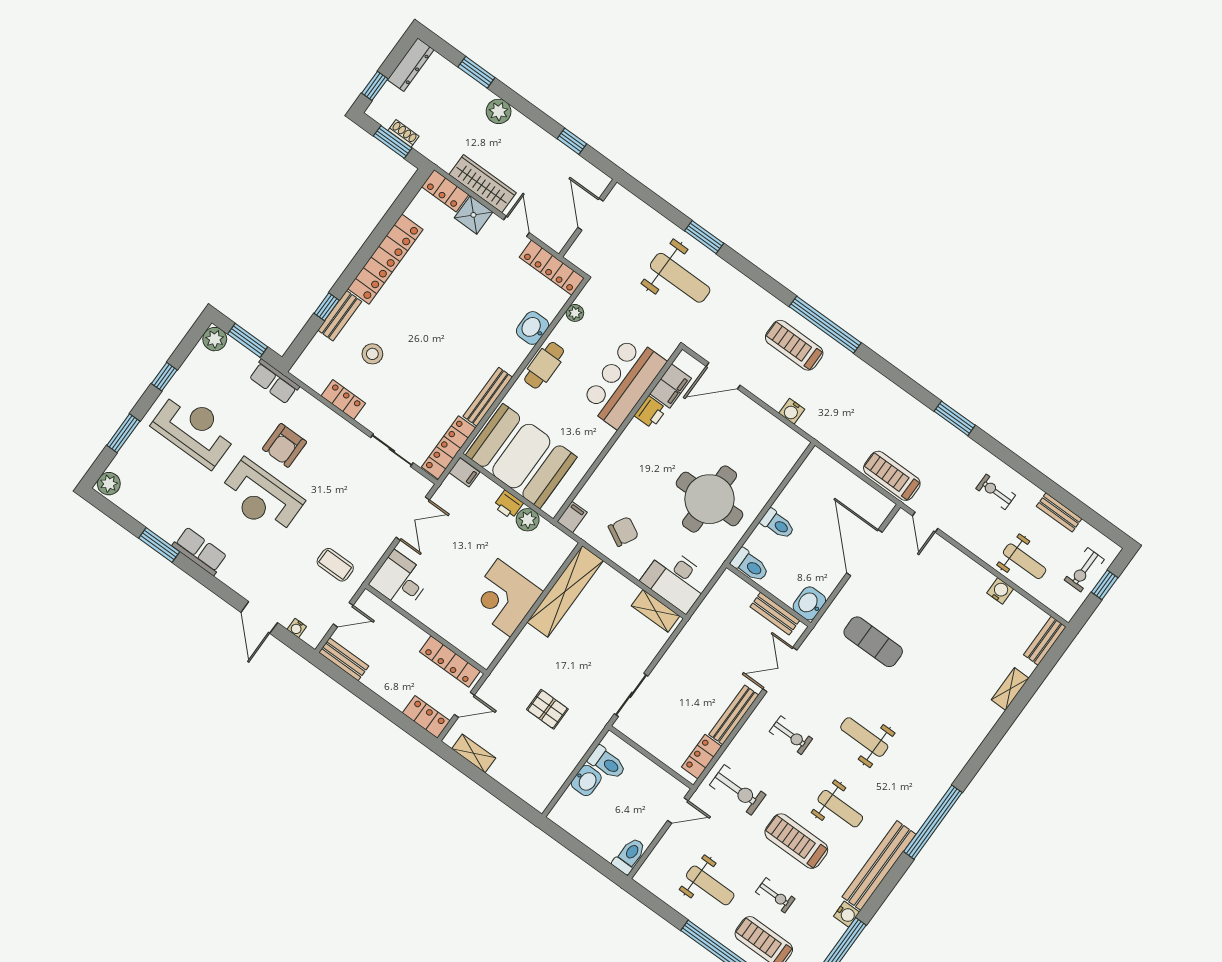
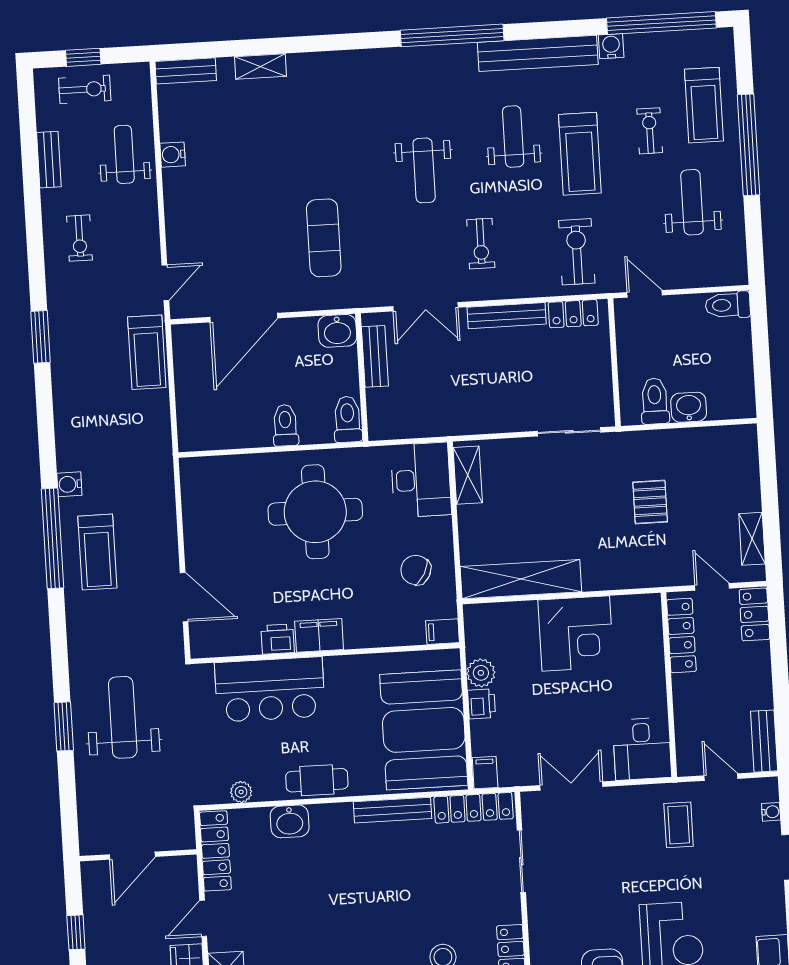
filing cabinet: (671, 386) -> (319, 635), moved
water cooler: (792, 411) -> (69, 484), moved, turned 180
exercise bike: (791, 735) -> (481, 244), turned 180

